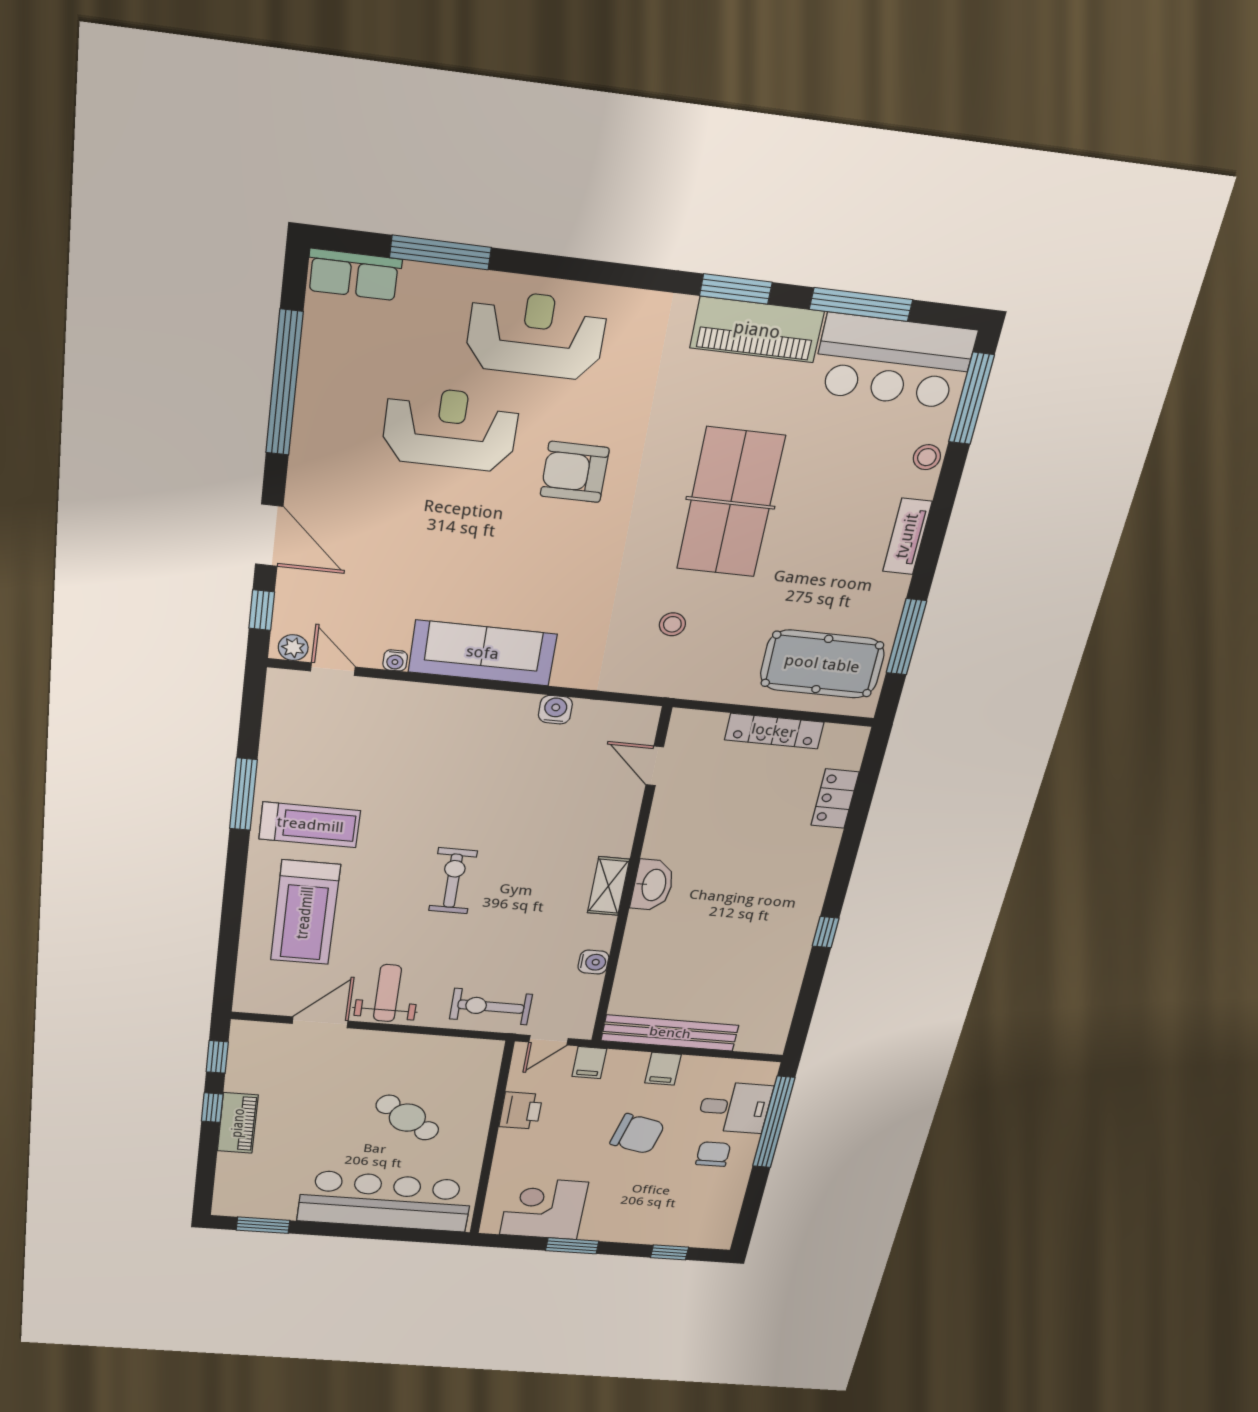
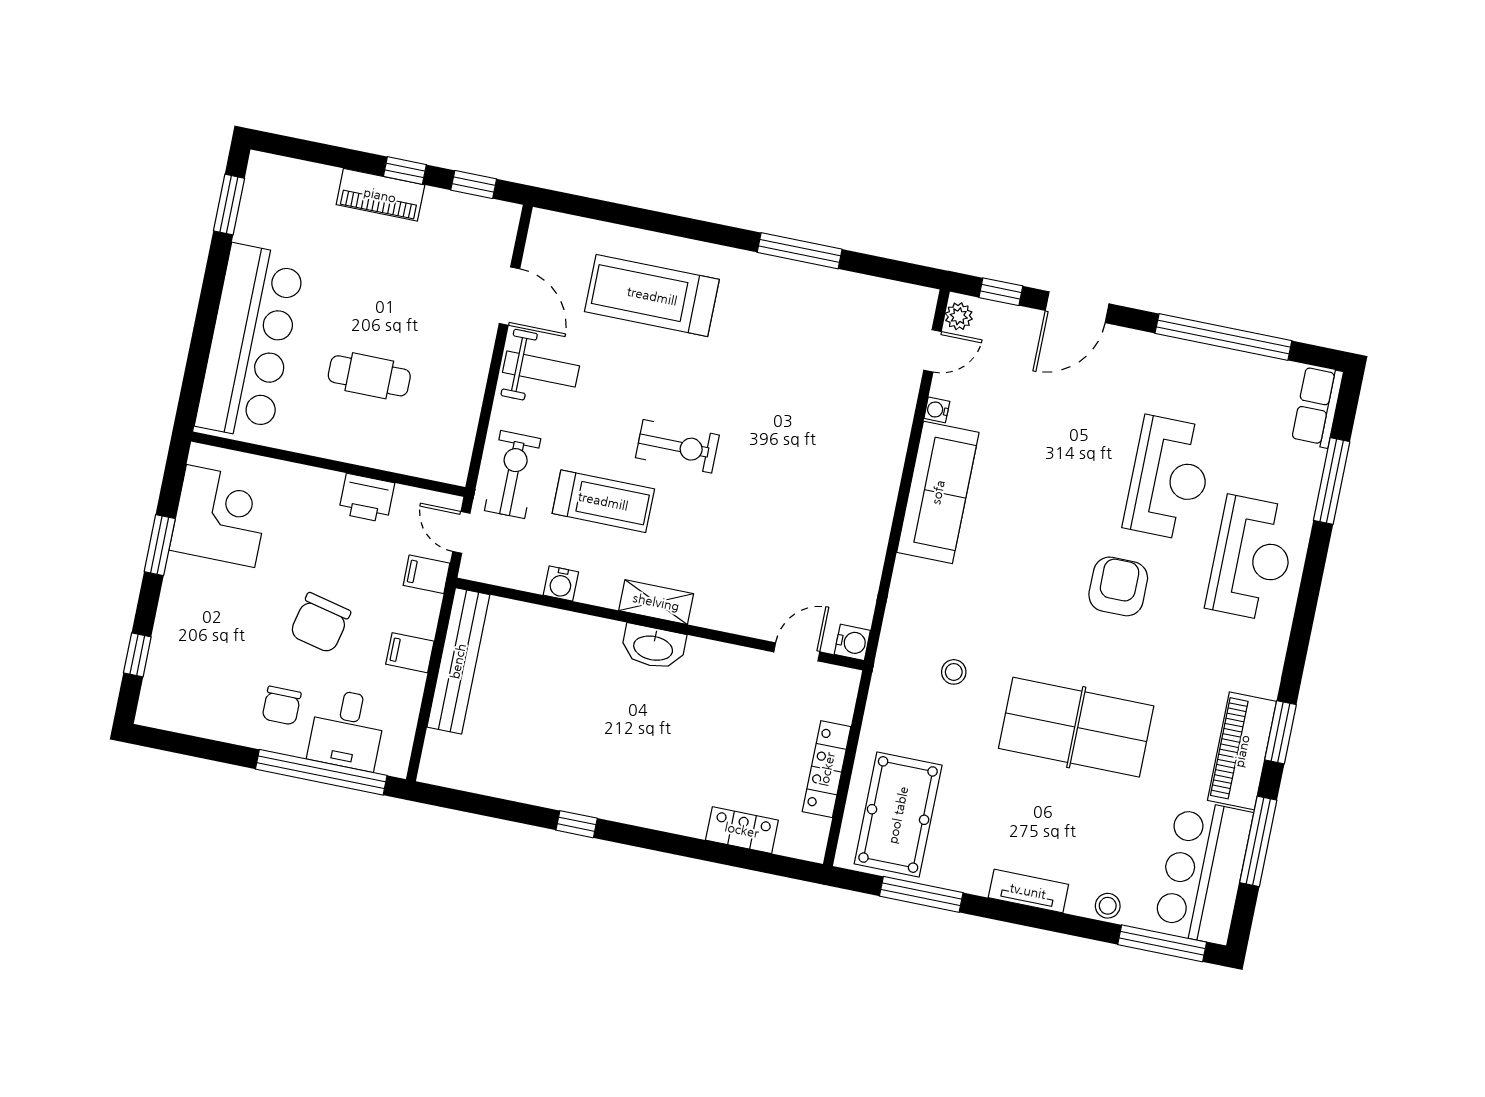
water cooler: (555, 710) -> (852, 642), moved
treadmill: (310, 825) -> (603, 501), moved, turned -90
cafe table: (407, 1118) -> (369, 376), turned 54
chair: (713, 1154) -> (282, 706), turned 90

